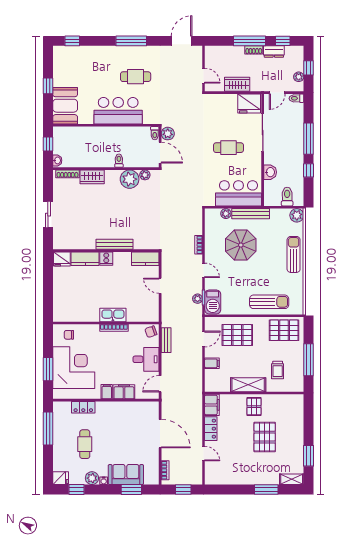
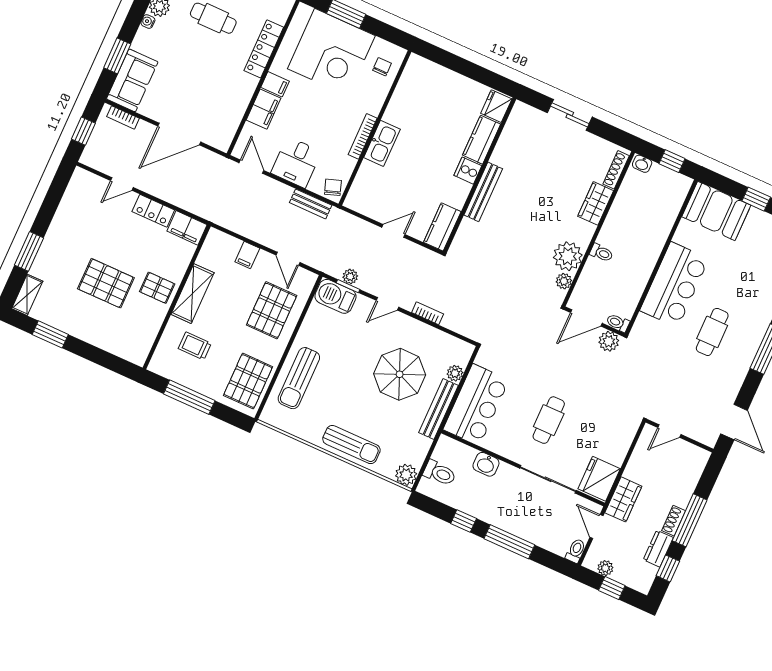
wardrobe: (237, 84) -> (623, 499), moved
locker: (83, 407) -> (264, 49), width x1.53
sofa: (126, 475) -> (132, 80), moved

